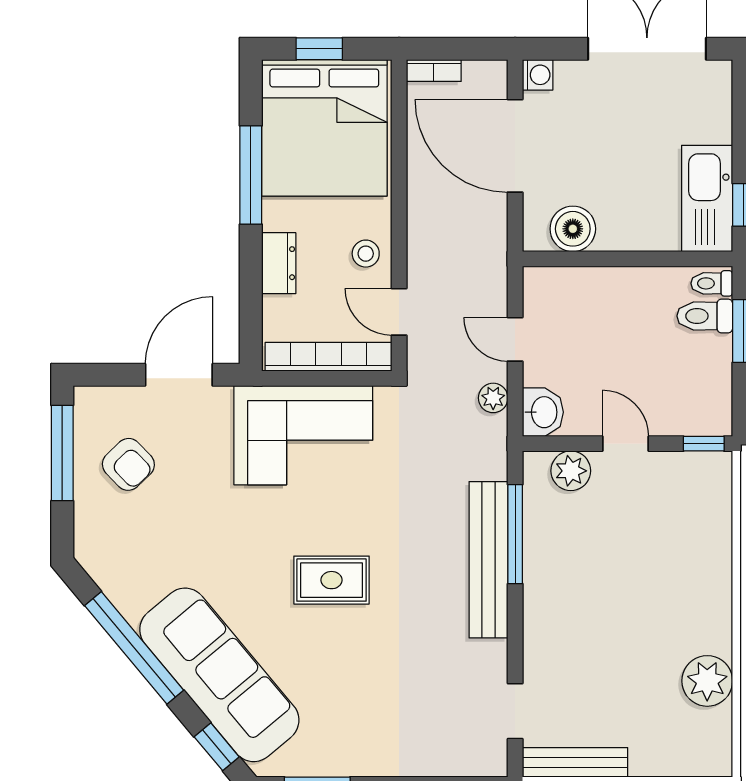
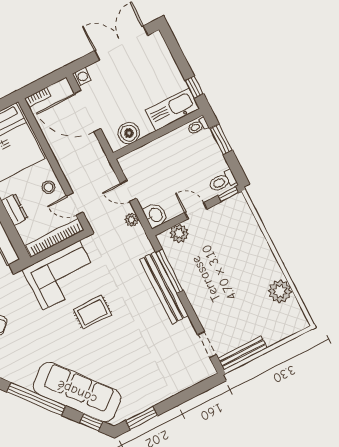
kitchen sink: (707, 198) -> (172, 109), moved, turned 90
toilet: (705, 316) -> (222, 181), moved
rug: (332, 580) -> (92, 312), moved

